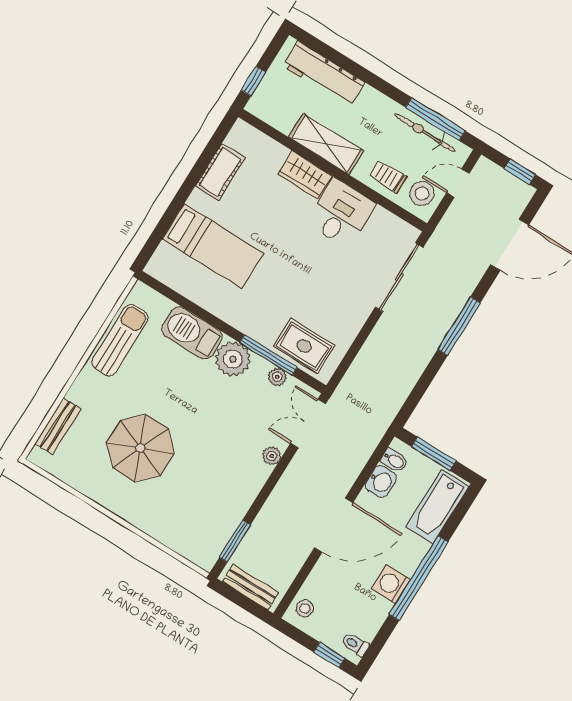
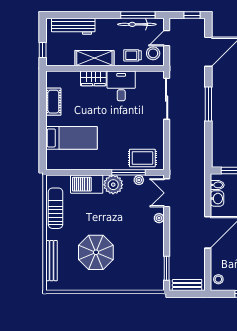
bench: (58, 426) -> (52, 261), width x1.36

